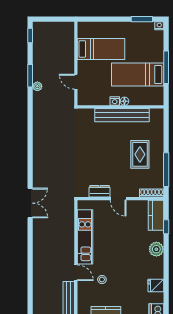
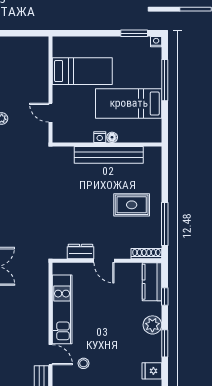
window: (166, 67) -> (165, 80), moved
rug: (140, 154) -> (132, 205), turned 90
window: (166, 264) -> (165, 343), added

